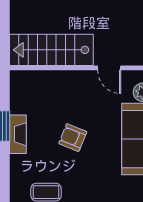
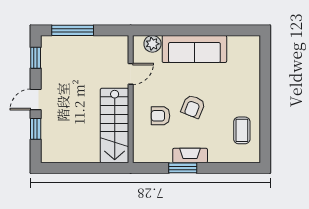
armchair: (62, 101) -> (160, 116), added

